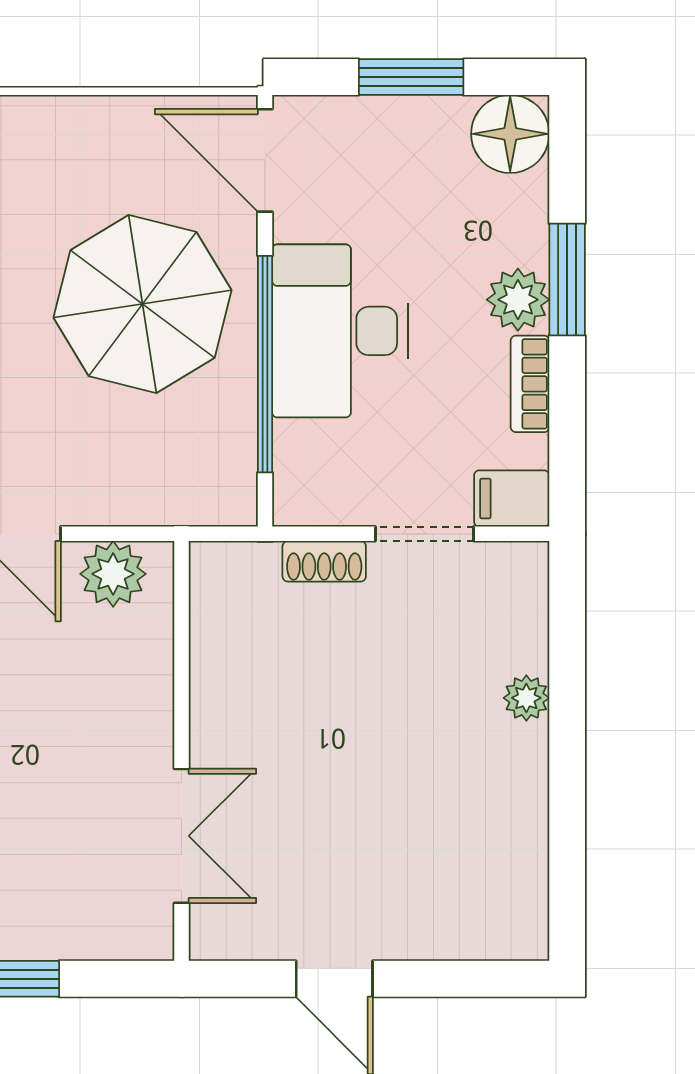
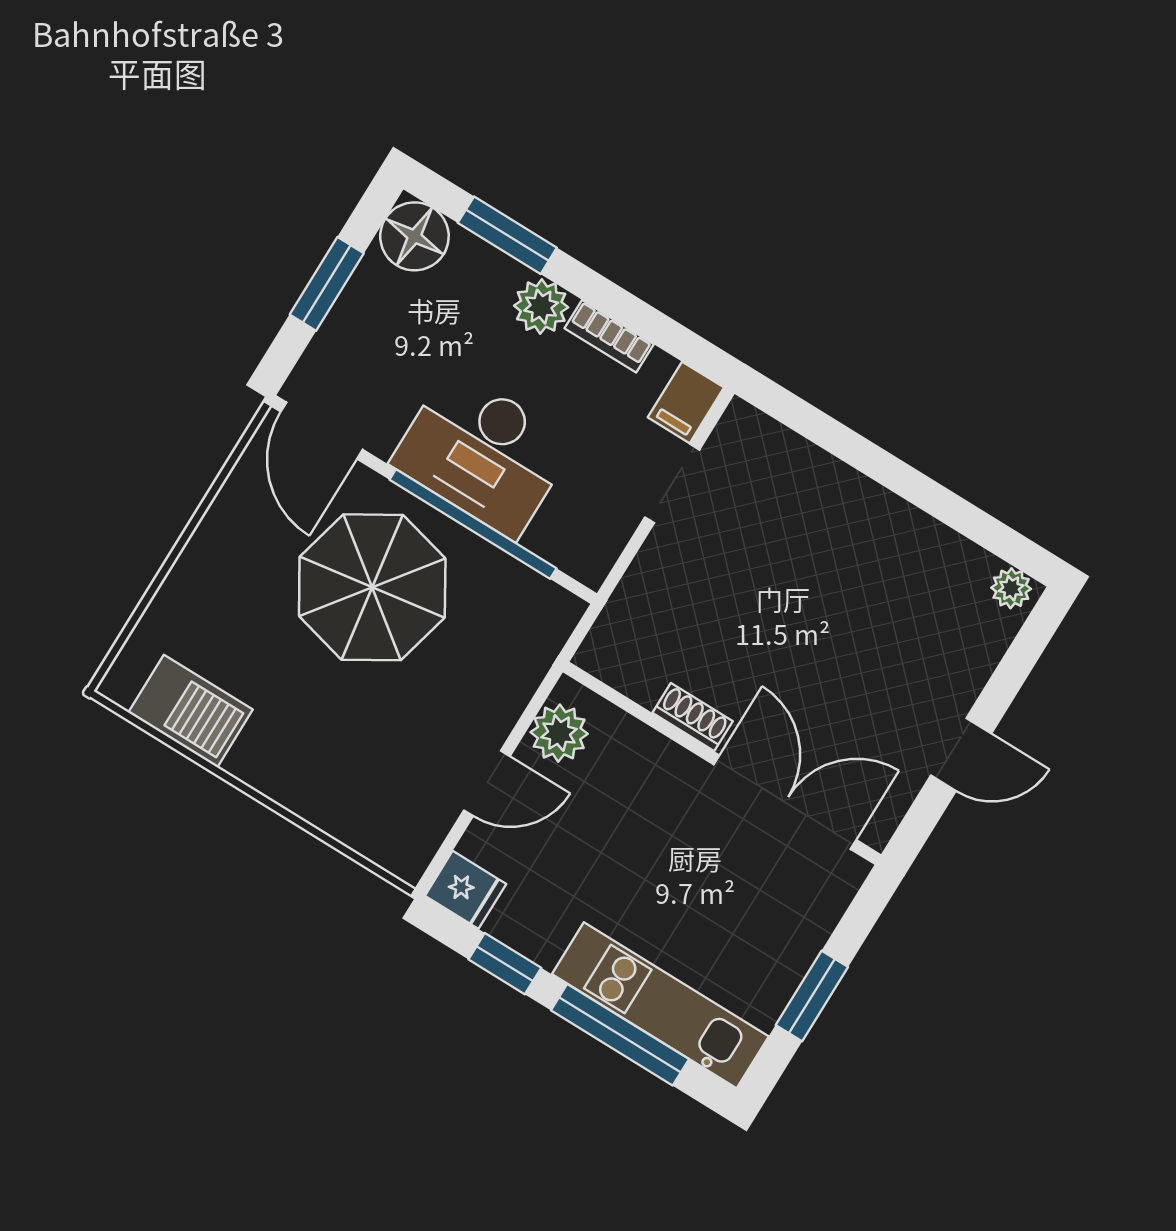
door: (265, 160) -> (322, 431), hinge flipped
window: (567, 279) -> (507, 235), moved
shoe rack: (324, 561) -> (693, 717), moved, turned -90
plant: (526, 698) -> (1011, 588), moved
double door: (182, 836) -> (785, 802), width x1.37

